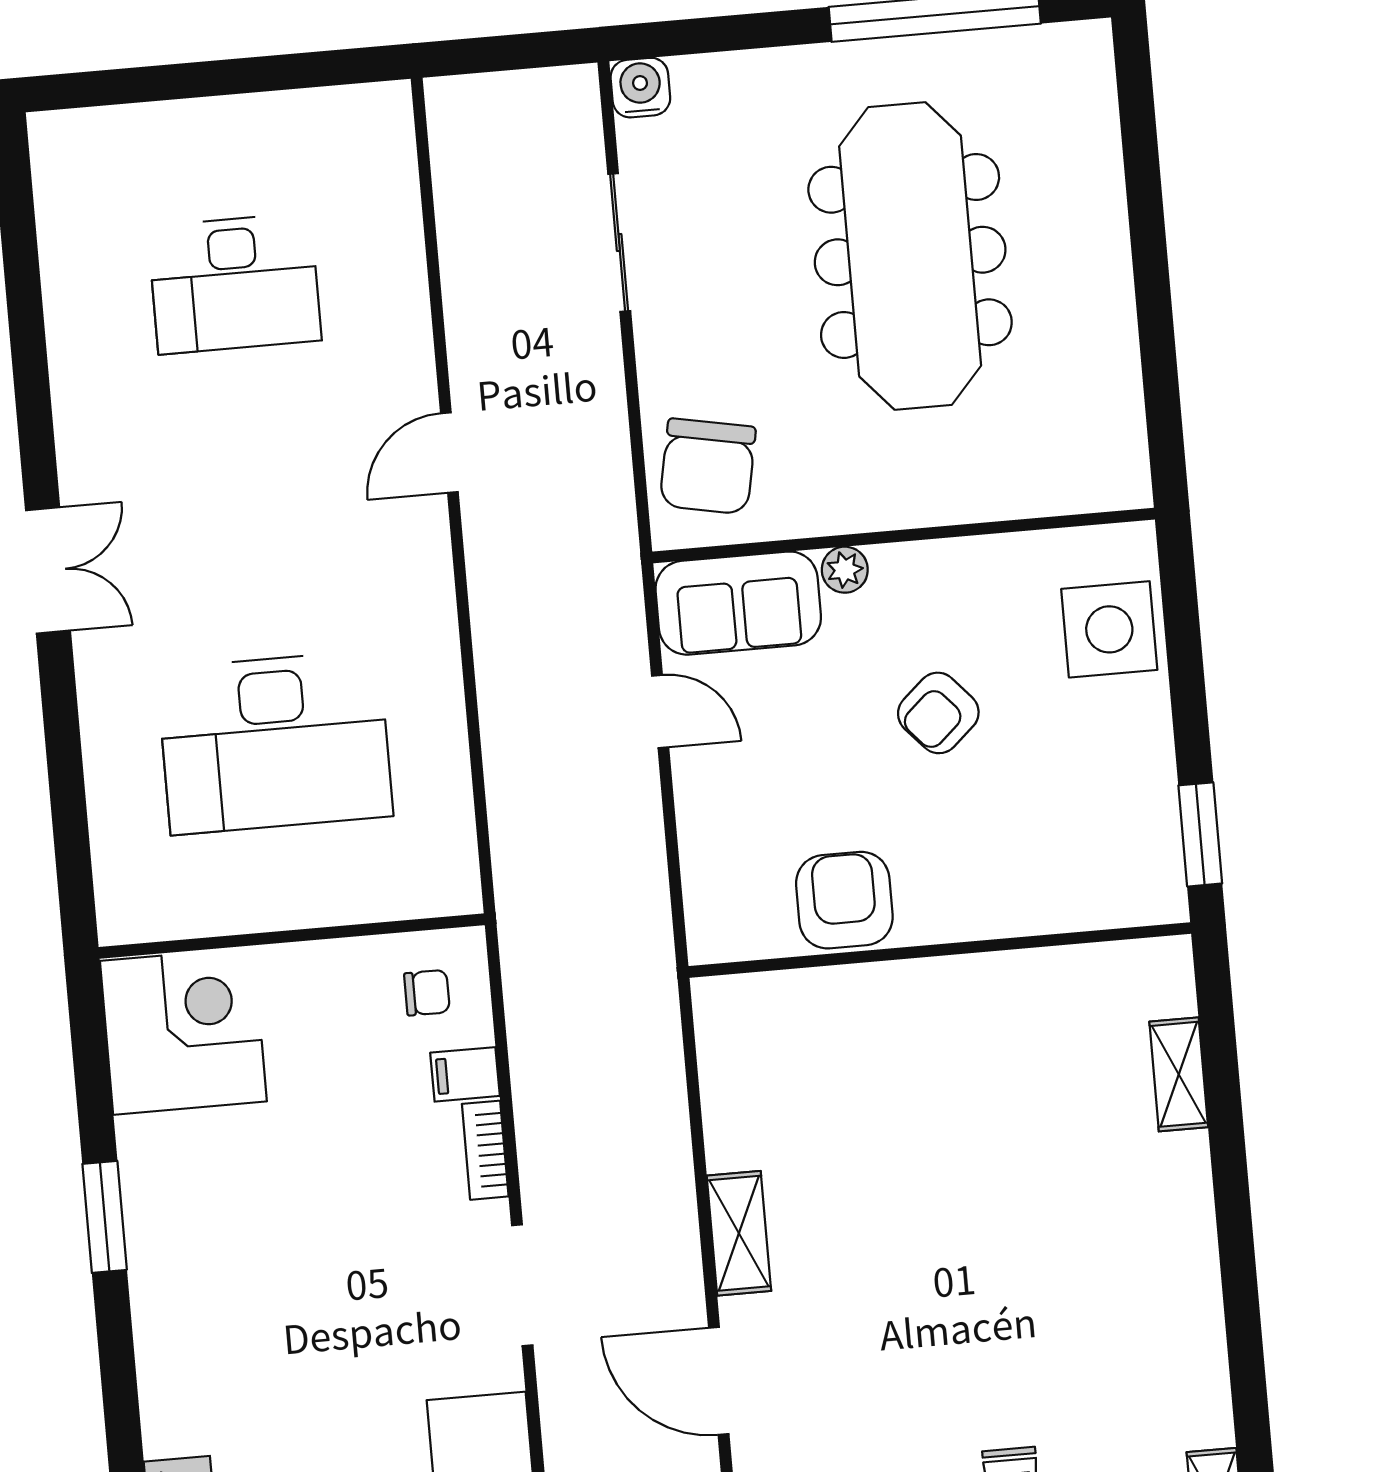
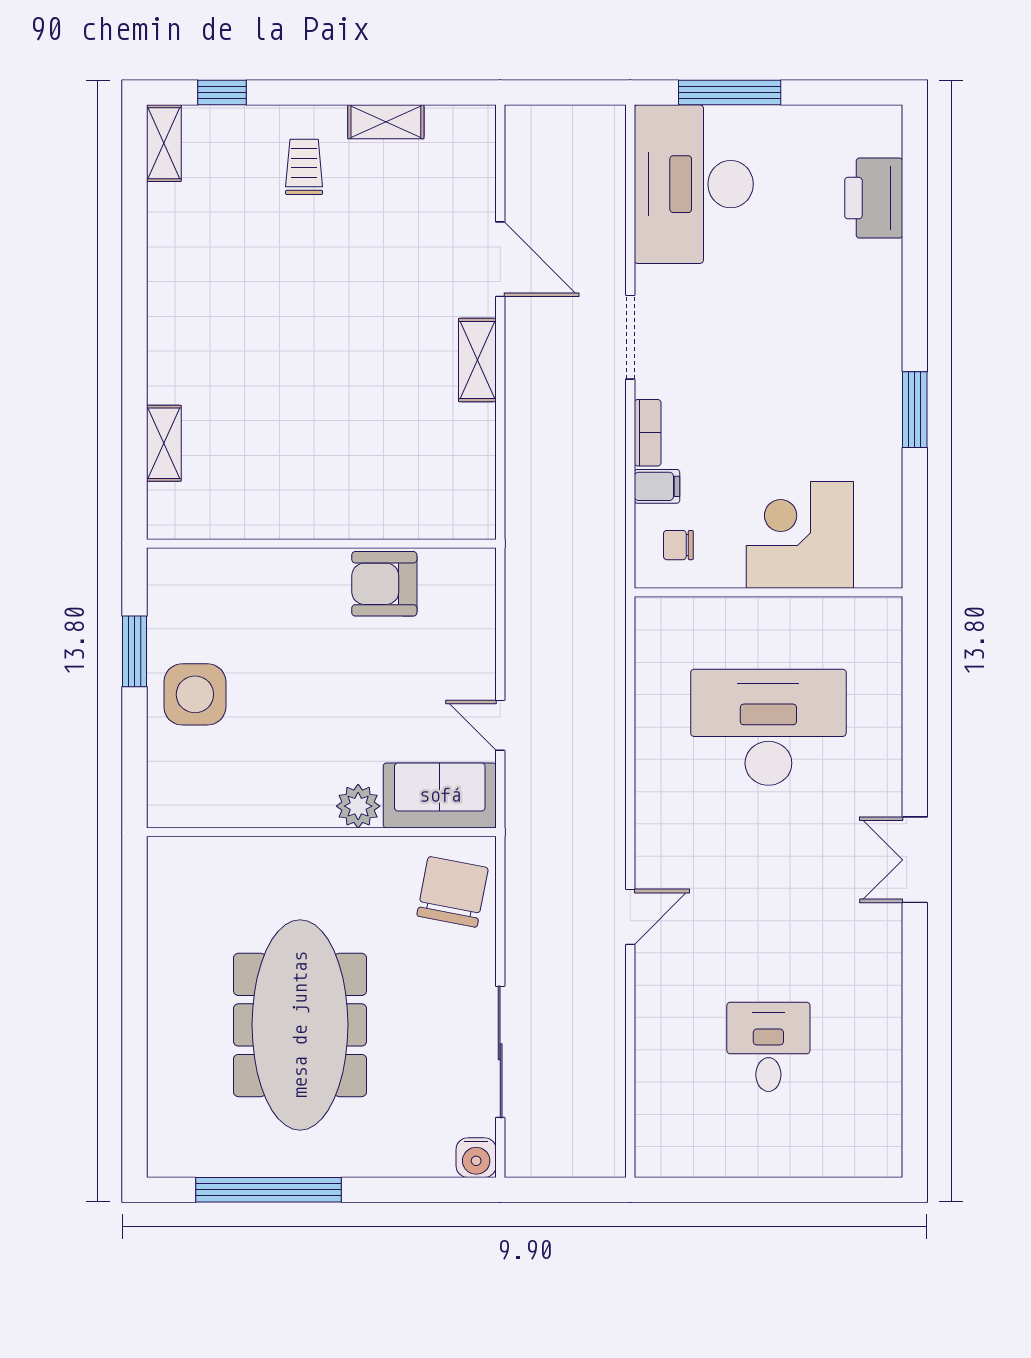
sliding door: (619, 242) -> (500, 1052), width x1.37
desk: (235, 283) -> (768, 1047), width x0.73
plant: (845, 570) -> (358, 806), width x1.38, depth x1.38
side table: (1109, 629) -> (195, 694), moved
armchair: (938, 713) -> (308, 707), removed
window: (1200, 834) -> (134, 651), moved
armchair: (844, 900) -> (384, 584), turned 90
corner desk: (183, 1031) -> (800, 535), moved, turned 90

